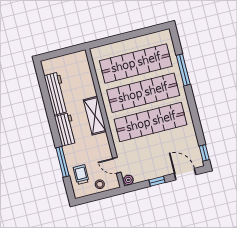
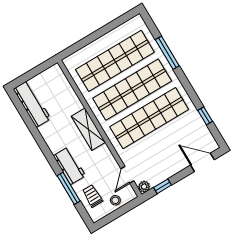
workbench: (56, 94) -> (32, 104), moved
workbench: (66, 129) -> (69, 166), moved
window: (204, 153) -> (205, 116), moved
door: (117, 165) -> (127, 175), hinge flipped
window: (157, 181) -> (162, 186), moved

